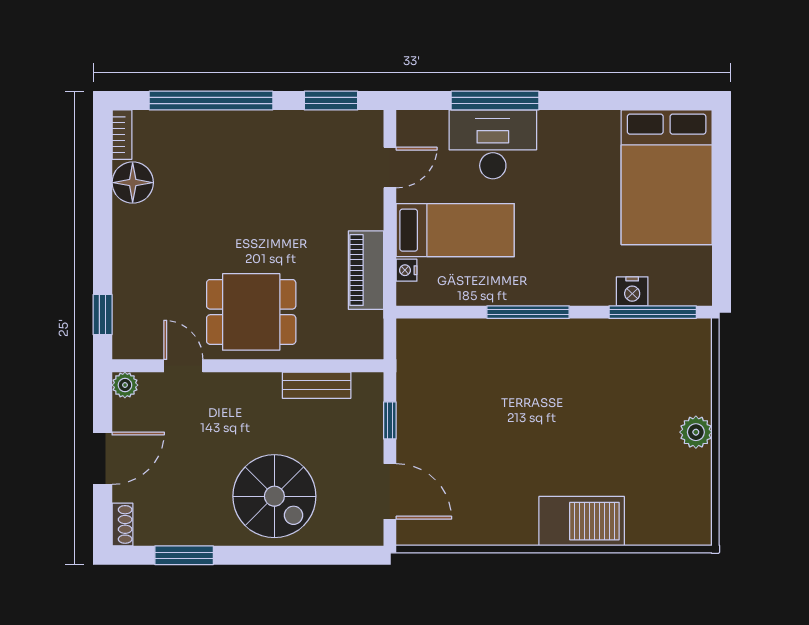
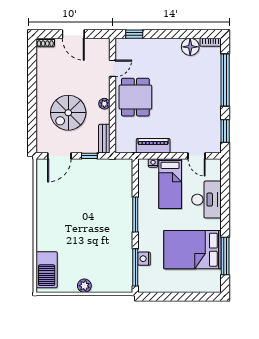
window: (495, 101) -> (225, 256), moved
bed: (667, 177) -> (192, 250), moved
plant: (125, 385) -> (104, 104), moved
bench: (317, 385) -> (104, 139), moved
spiral stairs: (274, 496) -> (68, 113), moved
barbecue: (582, 521) -> (47, 270), moved
window: (184, 555) -> (32, 69), removed

